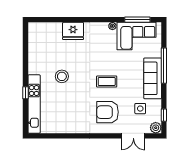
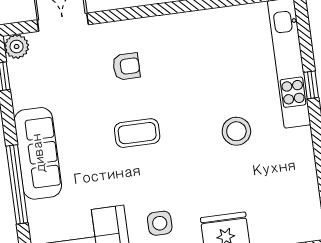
side table: (140, 109) -> (160, 223), moved
armchair: (108, 112) -> (126, 66), width x0.53, depth x0.53

